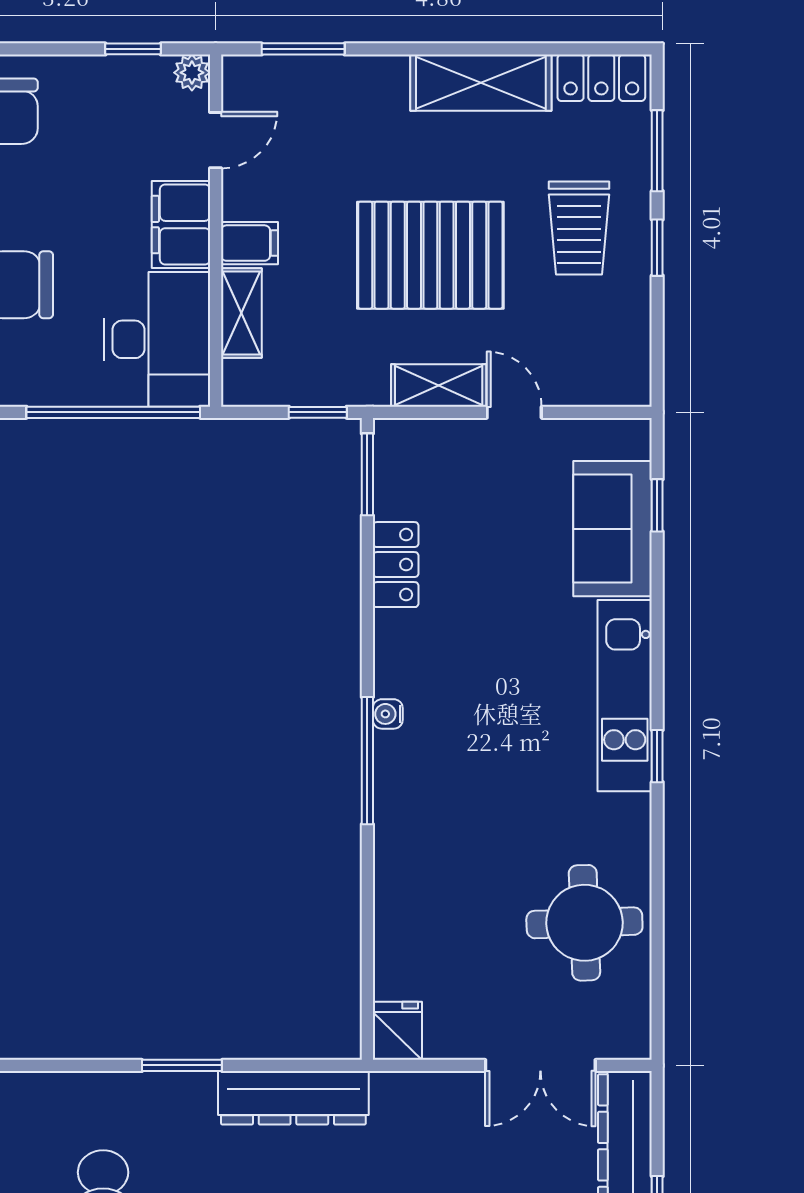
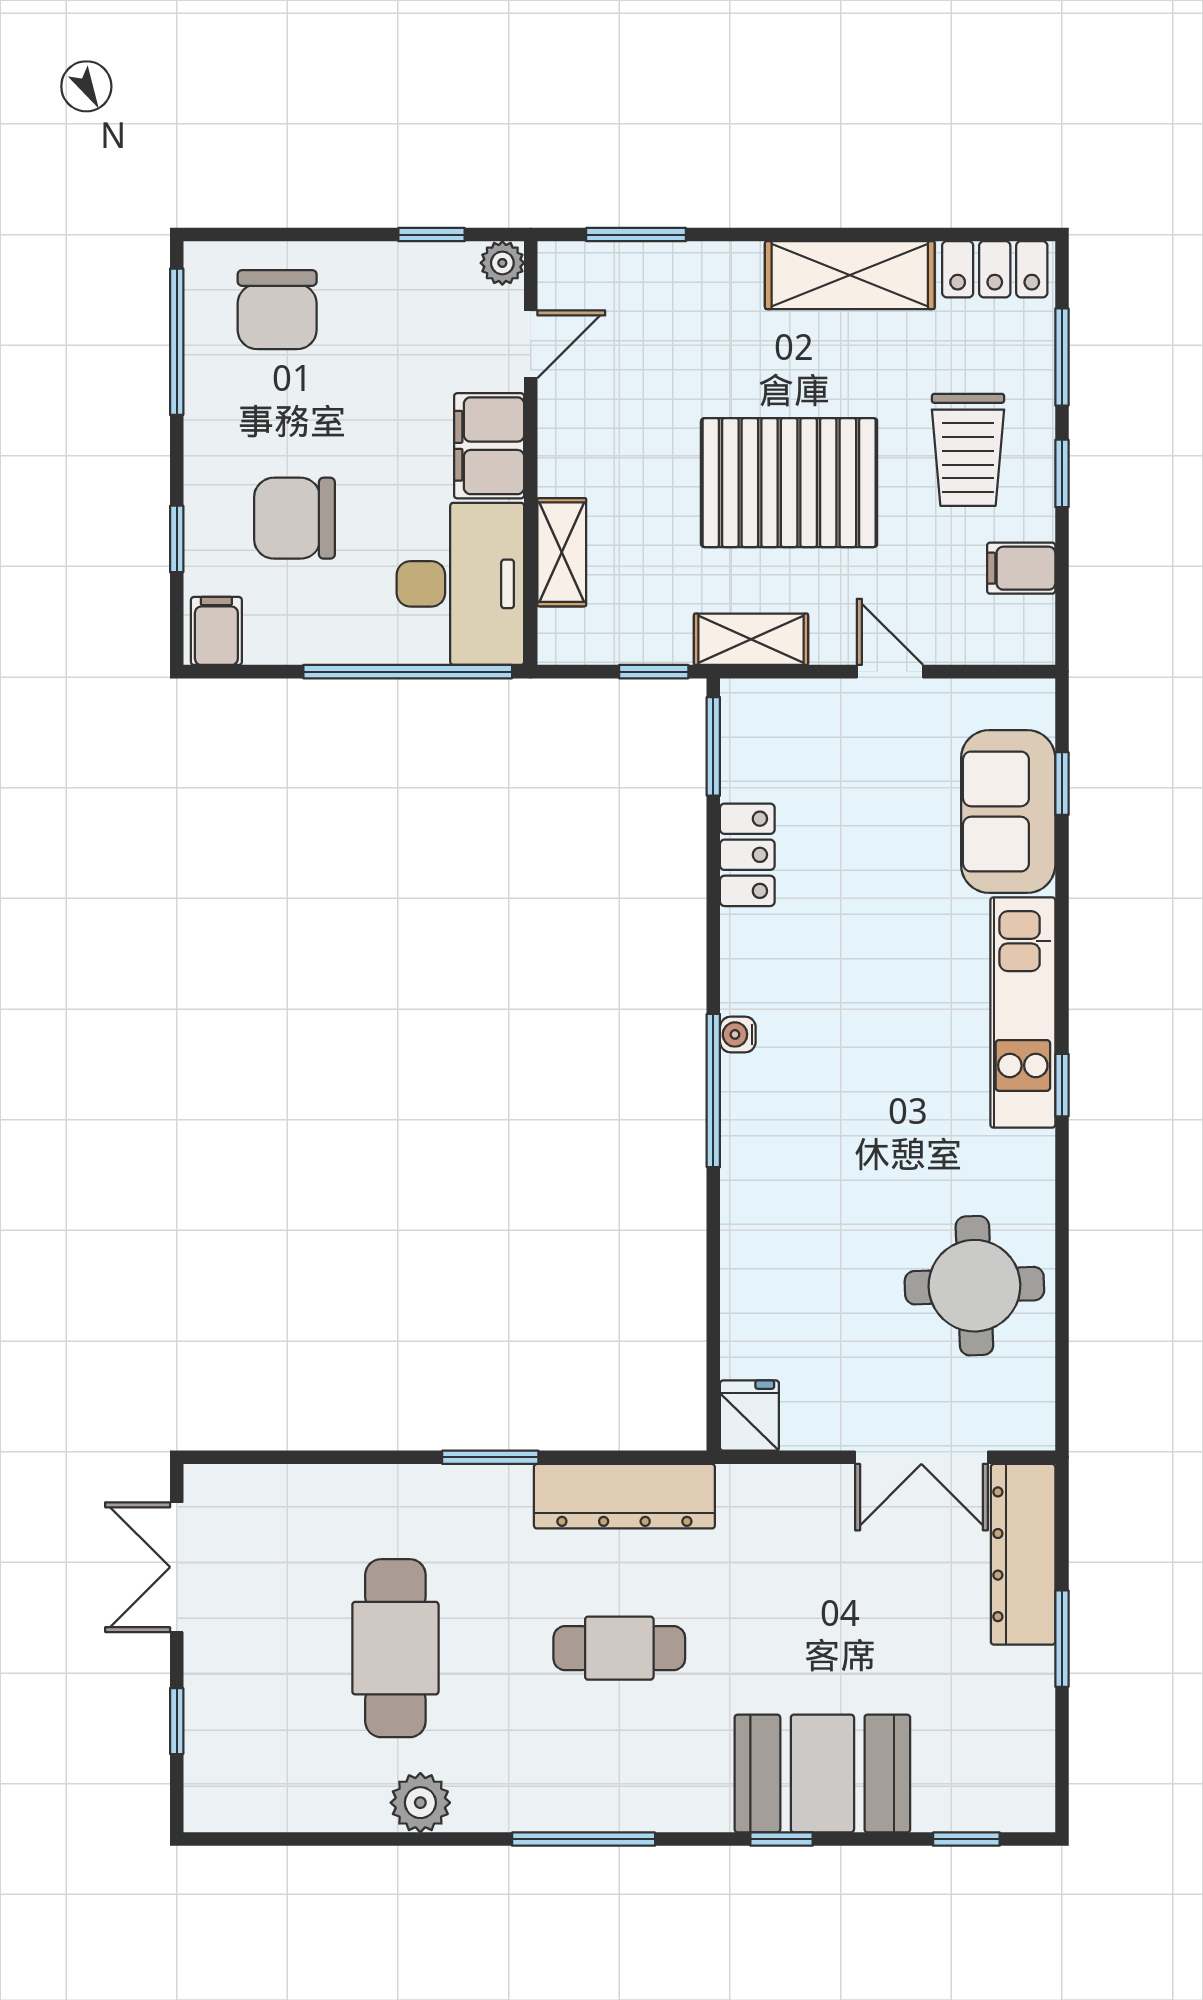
filing cabinet: (249, 243) -> (1021, 568), moved, turned 180
shelving: (439, 385) -> (751, 639), moved

